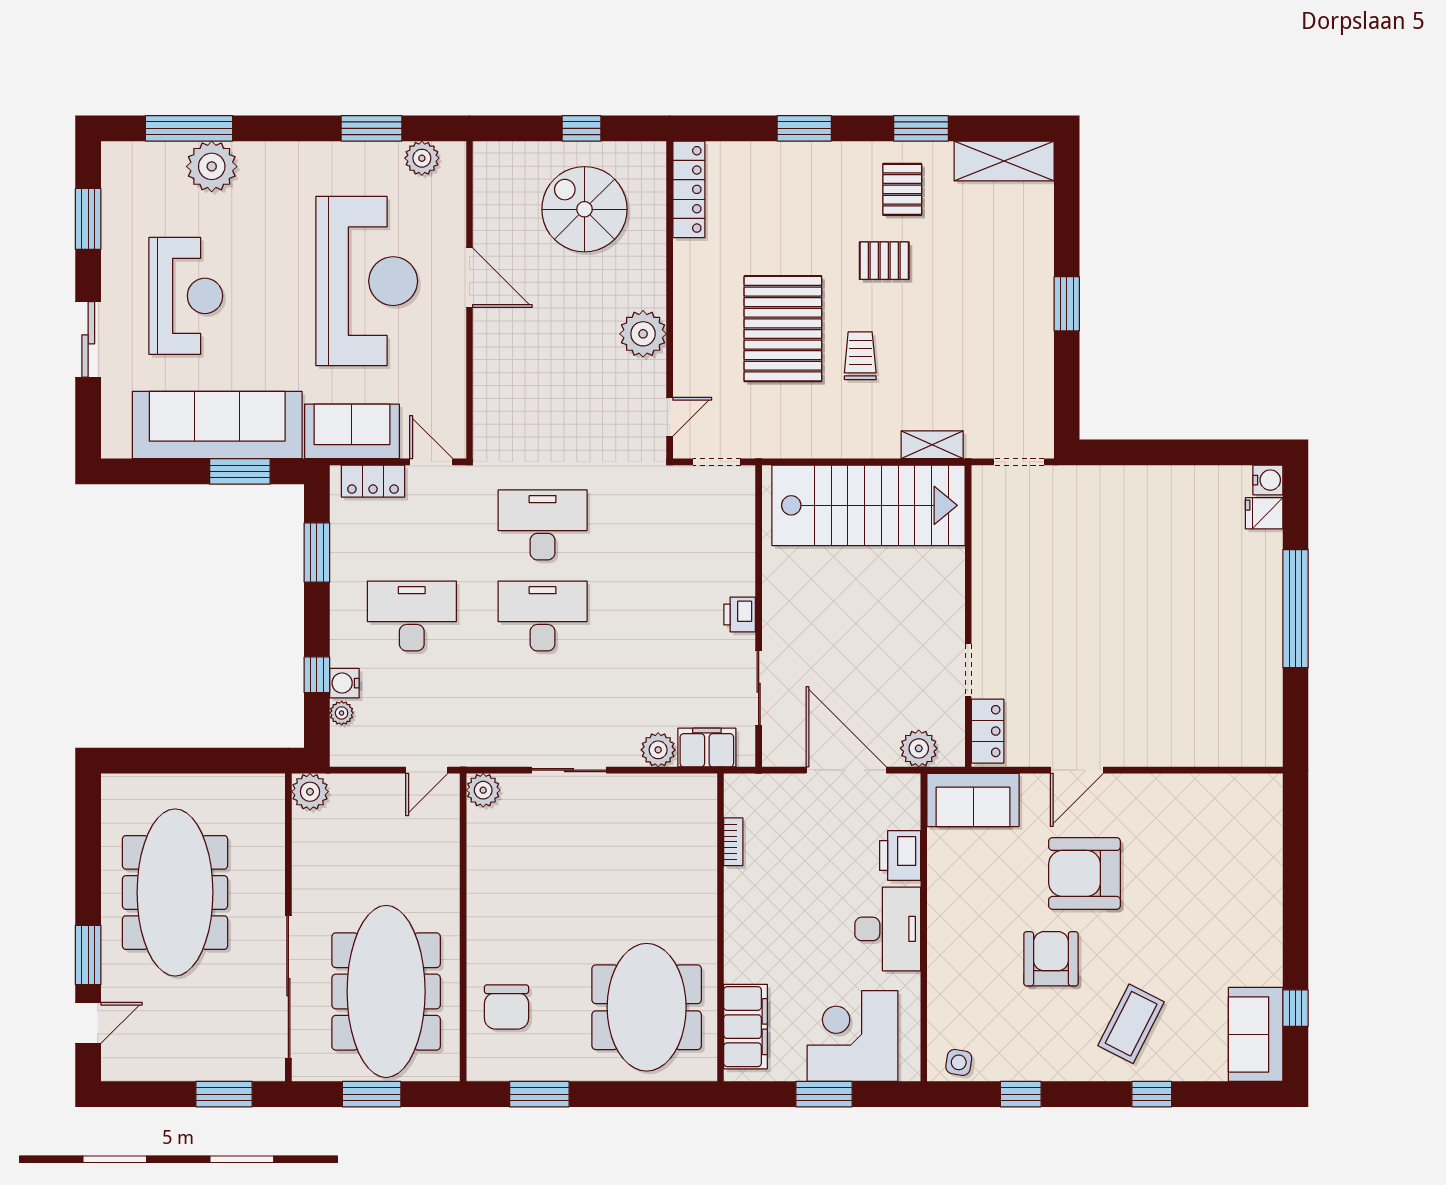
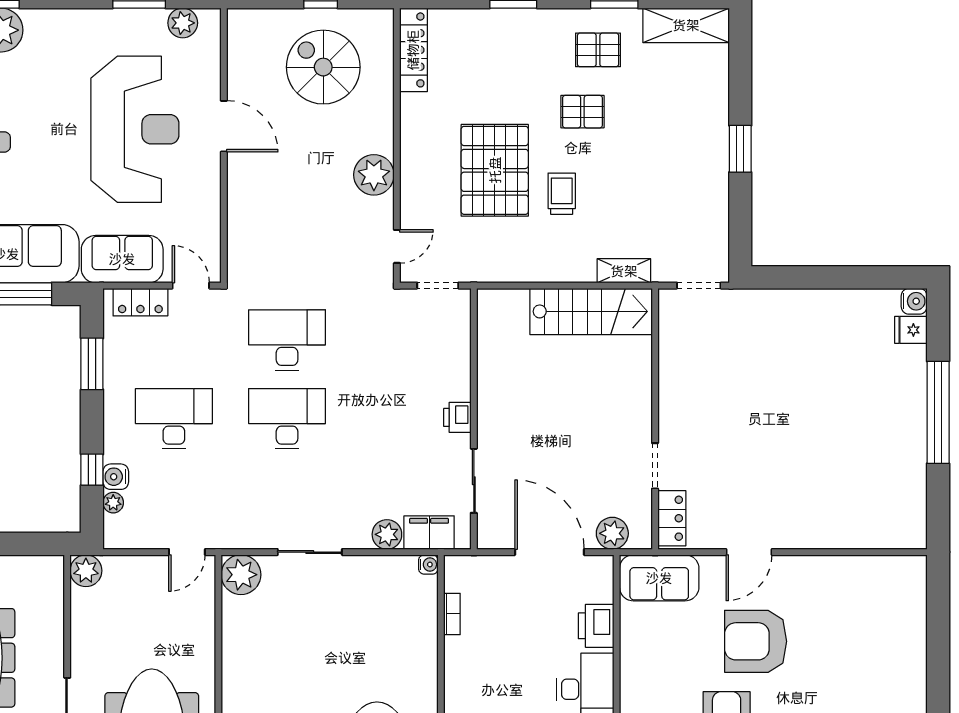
pallet: (902, 189) -> (598, 50), turned 90
stairs: (869, 505) -> (591, 311), width x0.73, depth x0.66
water cooler: (706, 785) -> (428, 564), added
plant: (483, 790) -> (241, 575), width x1.36, depth x1.36

